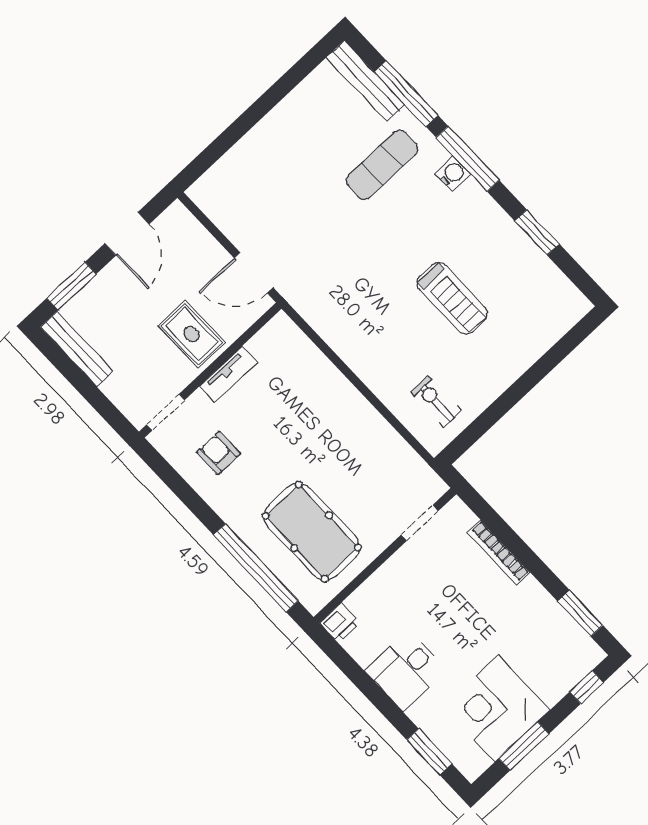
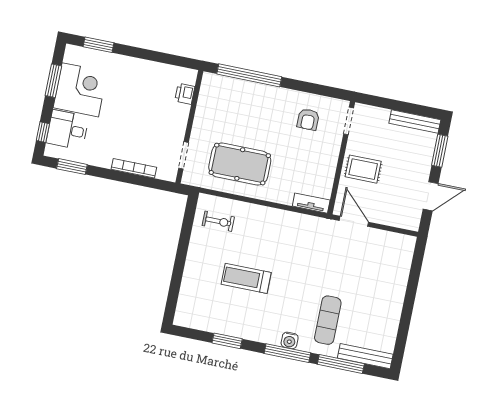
door: (127, 234) -> (431, 196), swing flipped
door: (254, 273) -> (354, 221), hinge flipped
tv unit: (229, 374) -> (311, 203), moved, turned 90
armchair: (219, 453) -> (308, 119), turned 90
pool table: (312, 532) -> (240, 164), moved
printer: (340, 623) -> (185, 94), moved
desk: (406, 670) -> (68, 130), moved, turned -90

